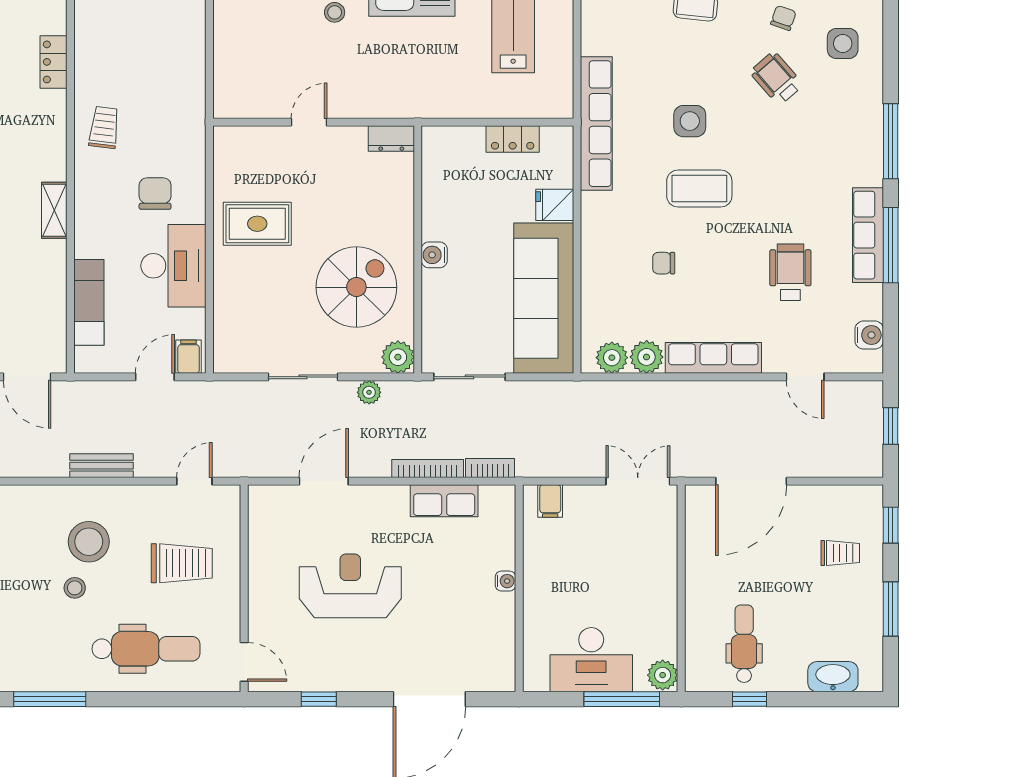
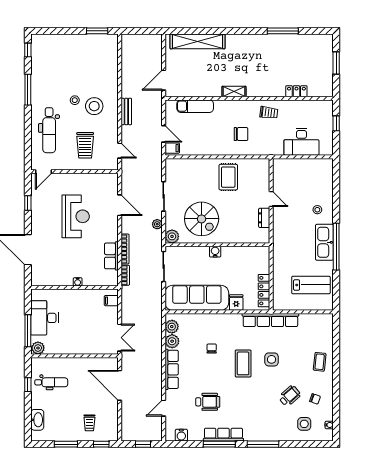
dresser: (391, 139) -> (264, 218), moved
locker: (513, 139) -> (264, 291), width x1.53
desk: (173, 266) -> (301, 142), moved

